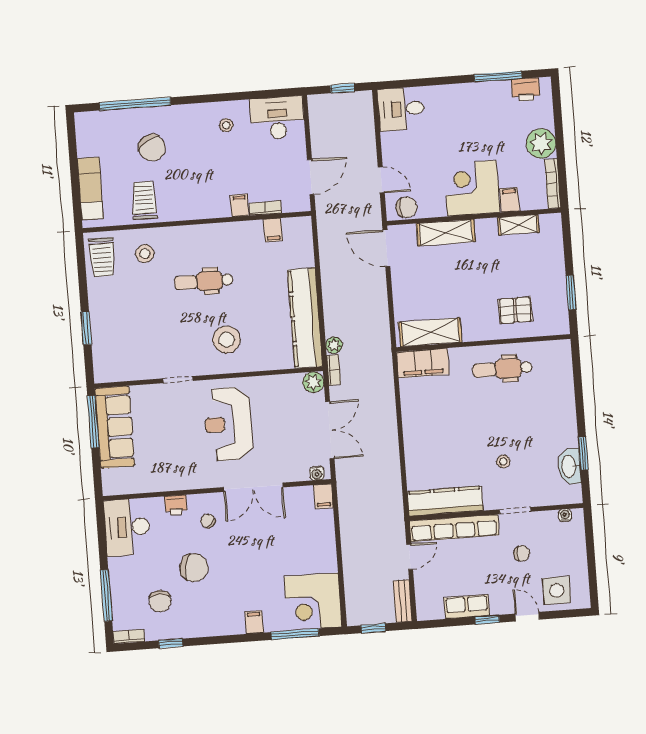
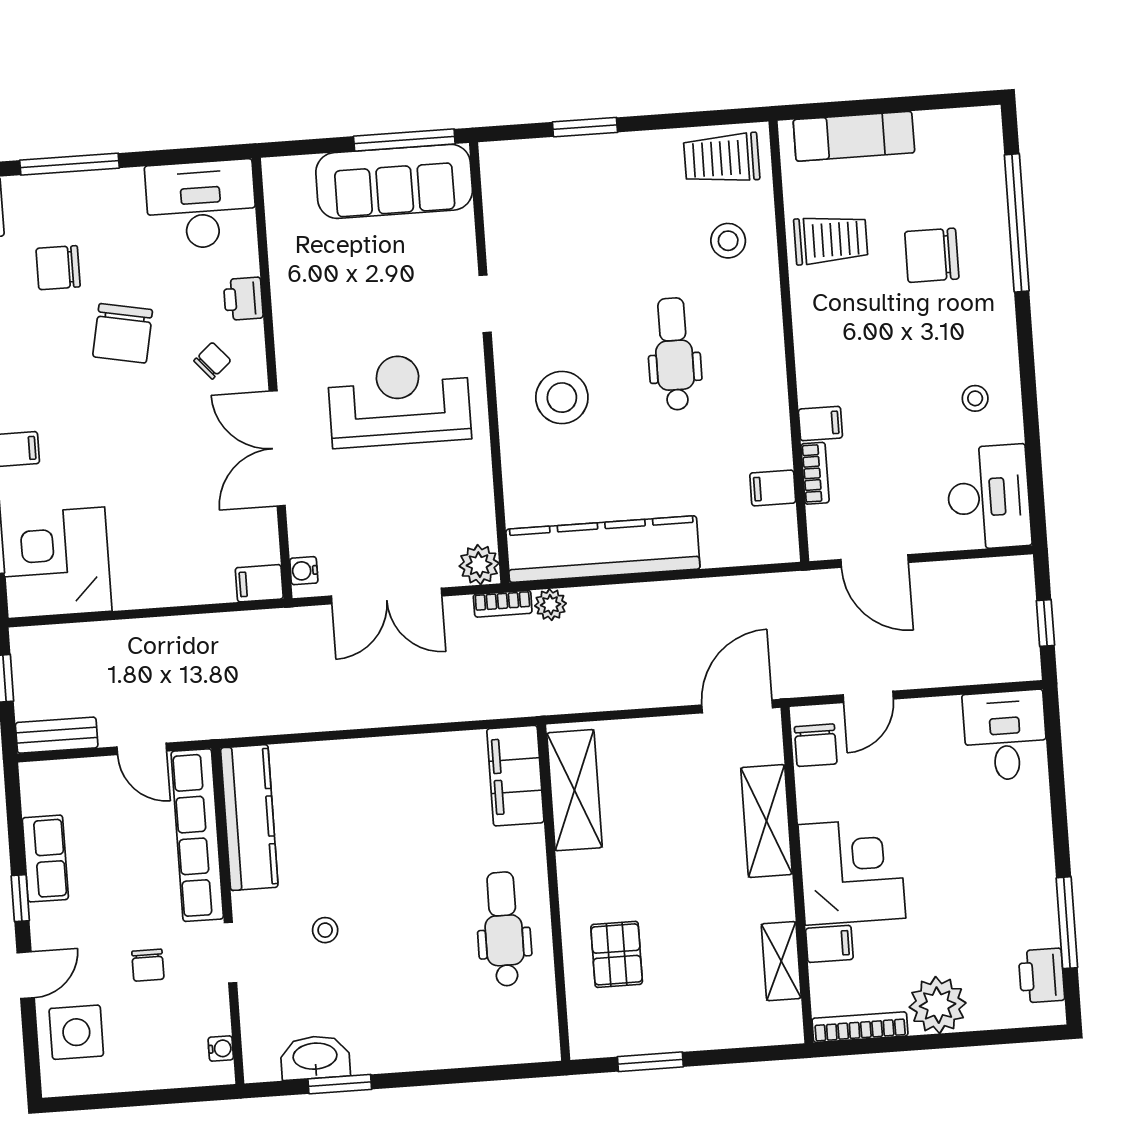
chair: (152, 148) -> (932, 255), turned 31

